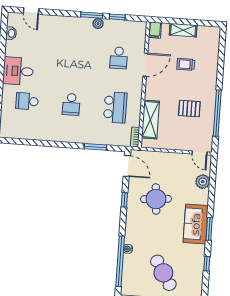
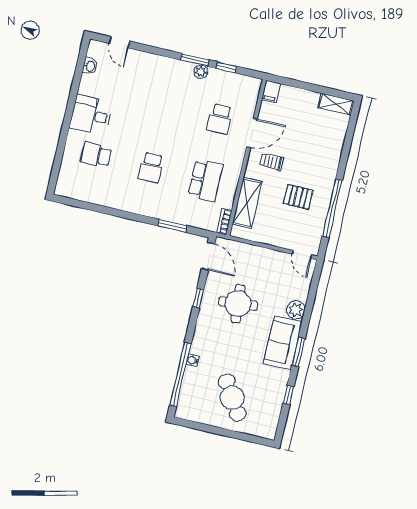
shelving: (183, 30) -> (336, 104), moved
trolley: (186, 64) -> (271, 162), moved
plant: (203, 182) -> (296, 310), moved

